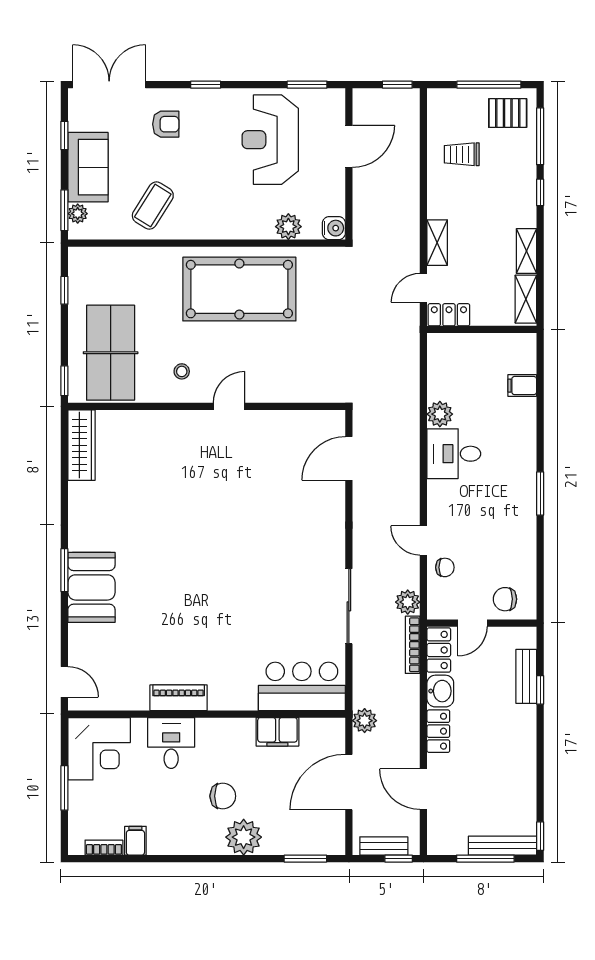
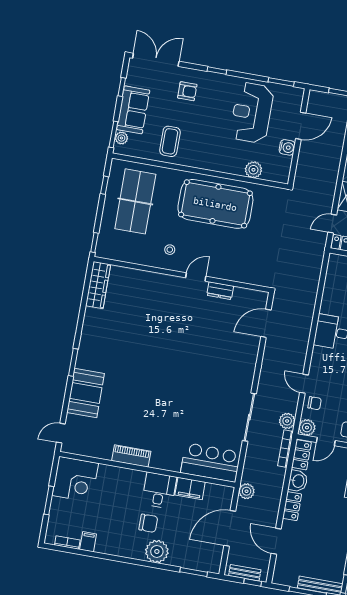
coffee table: (153, 206) -> (170, 141), turned -32
water cooler: (334, 228) -> (287, 147), moved
table tennis table: (111, 353) -> (135, 201), moved
plant: (440, 414) -> (307, 428), moved
dresser: (270, 421) -> (220, 291), added
booth: (91, 587) -> (86, 393), moved
door: (64, 682) -> (61, 433), swing flipped
desk: (171, 743) -> (159, 490), moved

